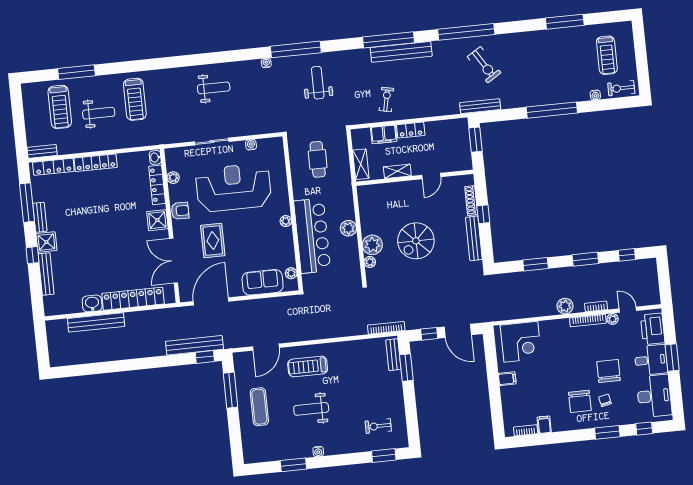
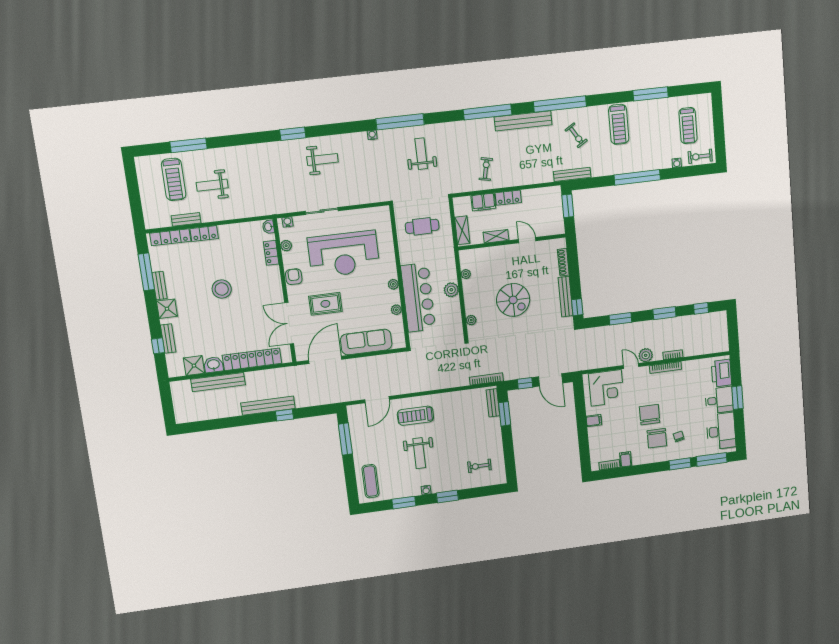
bench: (401, 52) -> (523, 121), moved
window: (184, 61) -> (293, 134), added
exercise bike: (484, 65) -> (576, 135), width x0.73, depth x0.72
treadmill: (135, 99) -> (619, 124), moved
weight bench: (99, 113) -> (212, 185), turned 180
water cooler: (251, 145) -> (288, 222), moved
bench: (42, 151) -> (186, 219), moved
cafe table: (318, 159) -> (422, 226), turned 90
locker: (96, 163) -> (204, 234), width x0.66
door: (431, 176) -> (527, 240), swing flipped
locker: (157, 185) -> (271, 253), width x0.66
reception desk: (233, 188) -> (344, 254), turned 180
armchair: (180, 211) -> (294, 277), turned -90
window: (483, 214) -> (577, 307), moved
shower: (157, 220) -> (194, 366), moved
stool: (104, 222) -> (222, 289), added
rug: (213, 241) -> (325, 304), turned 90
spiral stairs: (416, 241) -> (513, 300), turned -90
plant: (372, 245) -> (466, 274), moved, width x0.53, depth x0.53
window: (32, 255) -> (158, 346), moved
plant: (291, 273) -> (396, 310), moved
bench: (46, 274) -> (168, 339), width x0.73
sofa: (263, 282) -> (366, 342), width x1.36
door: (628, 310) -> (631, 366), moved
plant: (613, 319) -> (687, 365), removed
bench: (194, 345) -> (268, 406), moved
window: (205, 357) -> (285, 415), moved
chair: (609, 371) -> (650, 415), moved
exercise mat: (259, 407) -> (370, 481), moved
weight bench: (311, 409) -> (419, 453), turned -90
window: (644, 429) -> (712, 459), width x2.17
window: (384, 455) -> (447, 496), moved

